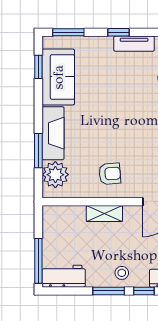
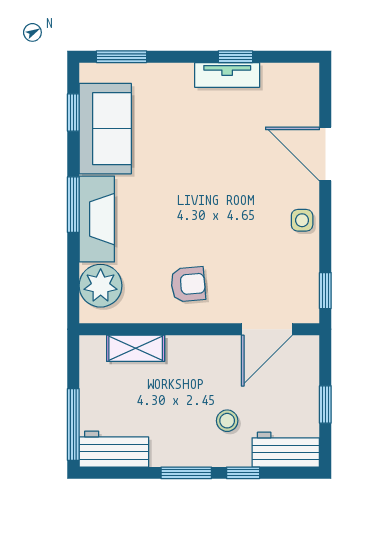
window: (118, 32) -> (235, 57), moved
window: (38, 151) -> (73, 205), moved
shelving: (104, 213) -> (136, 348), moved
stool: (122, 273) -> (227, 421), moved

